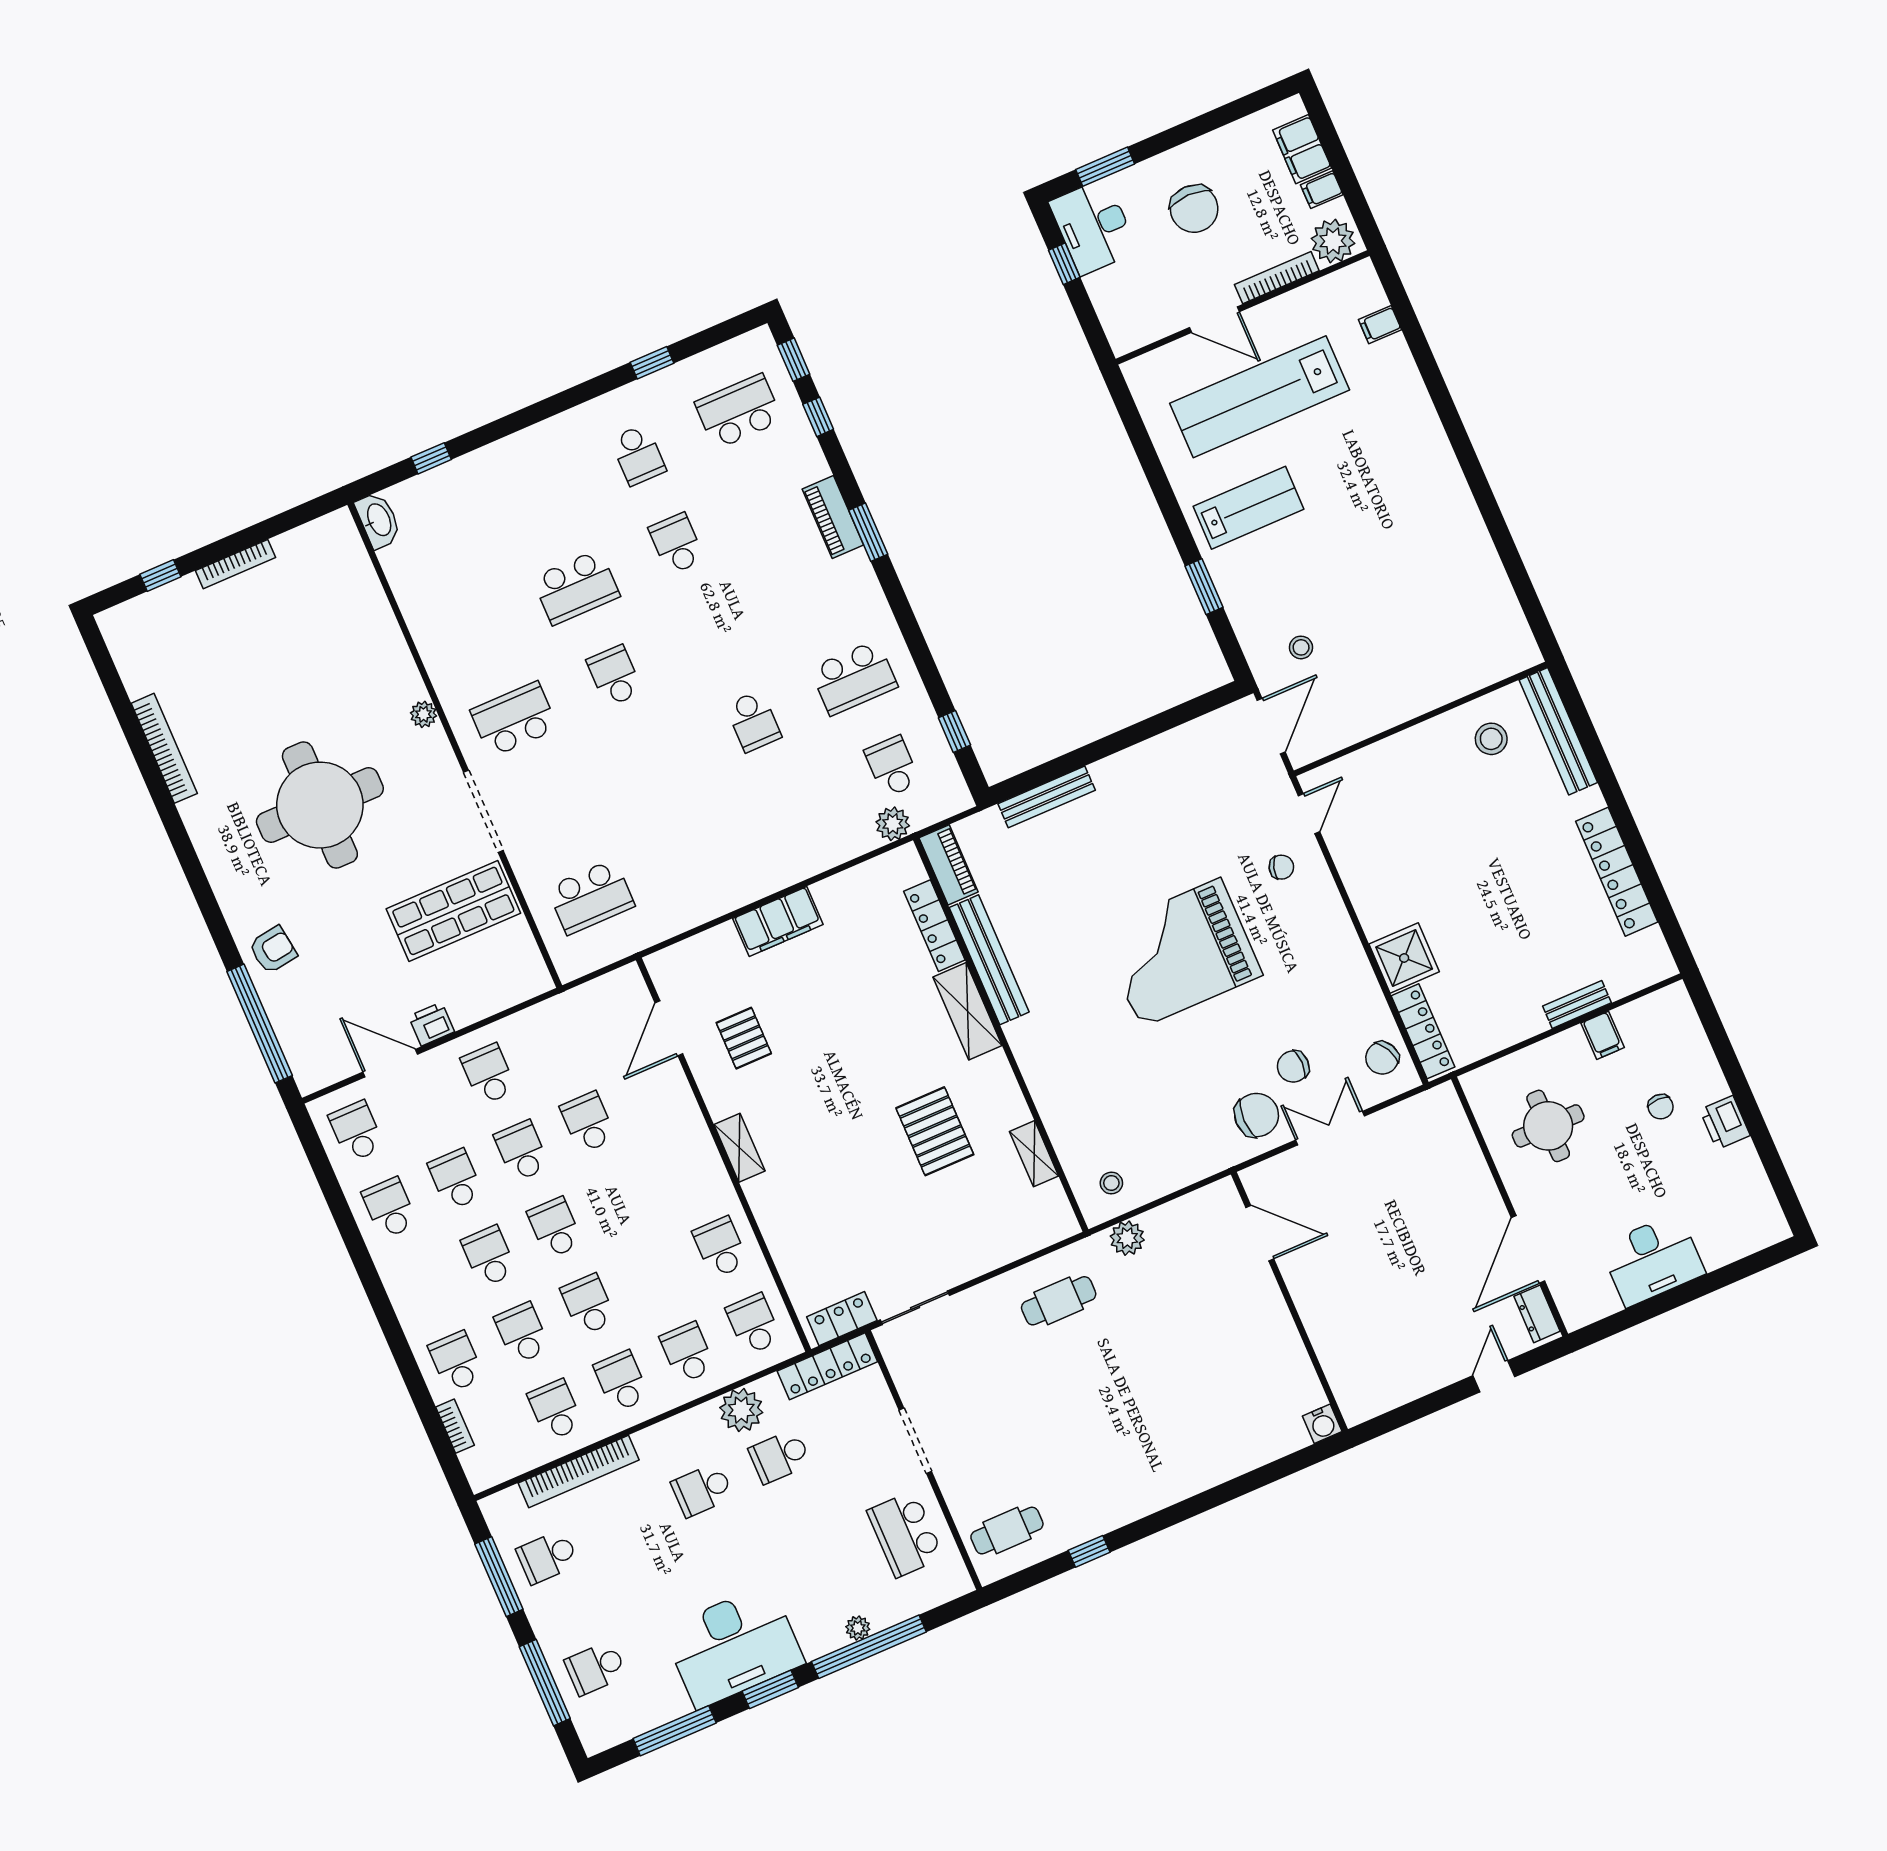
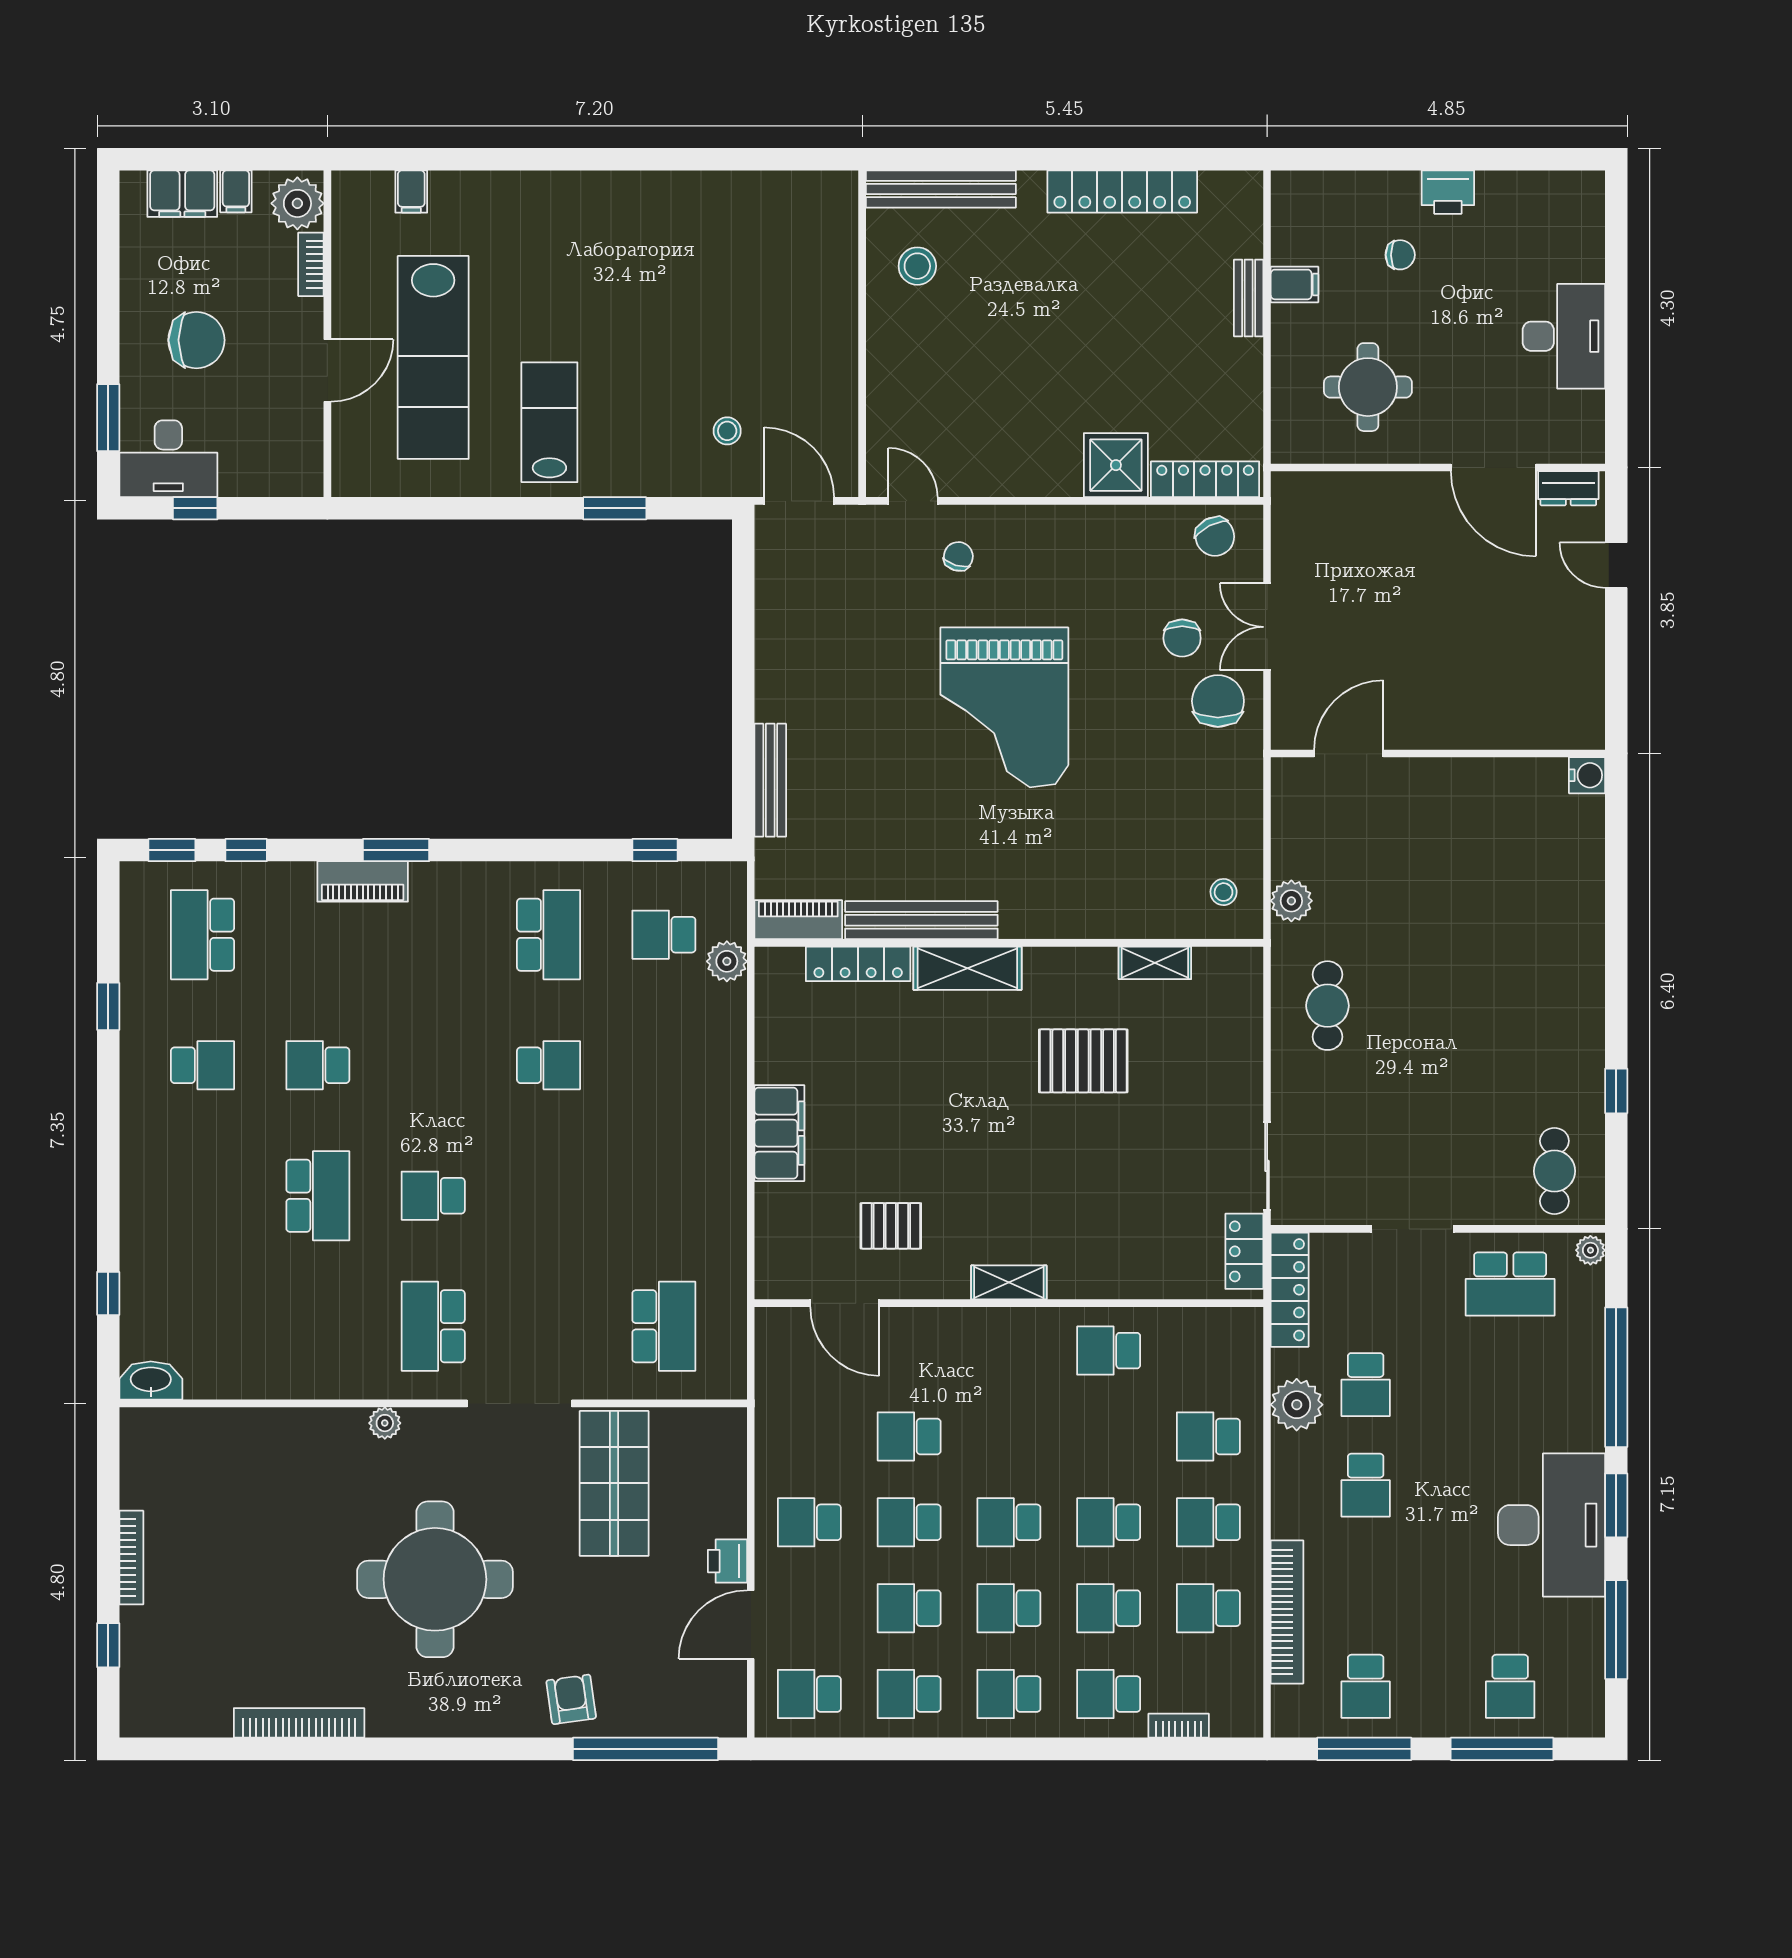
bookcase: (1277, 278) -> (311, 264), width x0.64
school desk: (754, 1324) -> (1009, 1694), moved
plant: (858, 1628) -> (1590, 1250), moved

